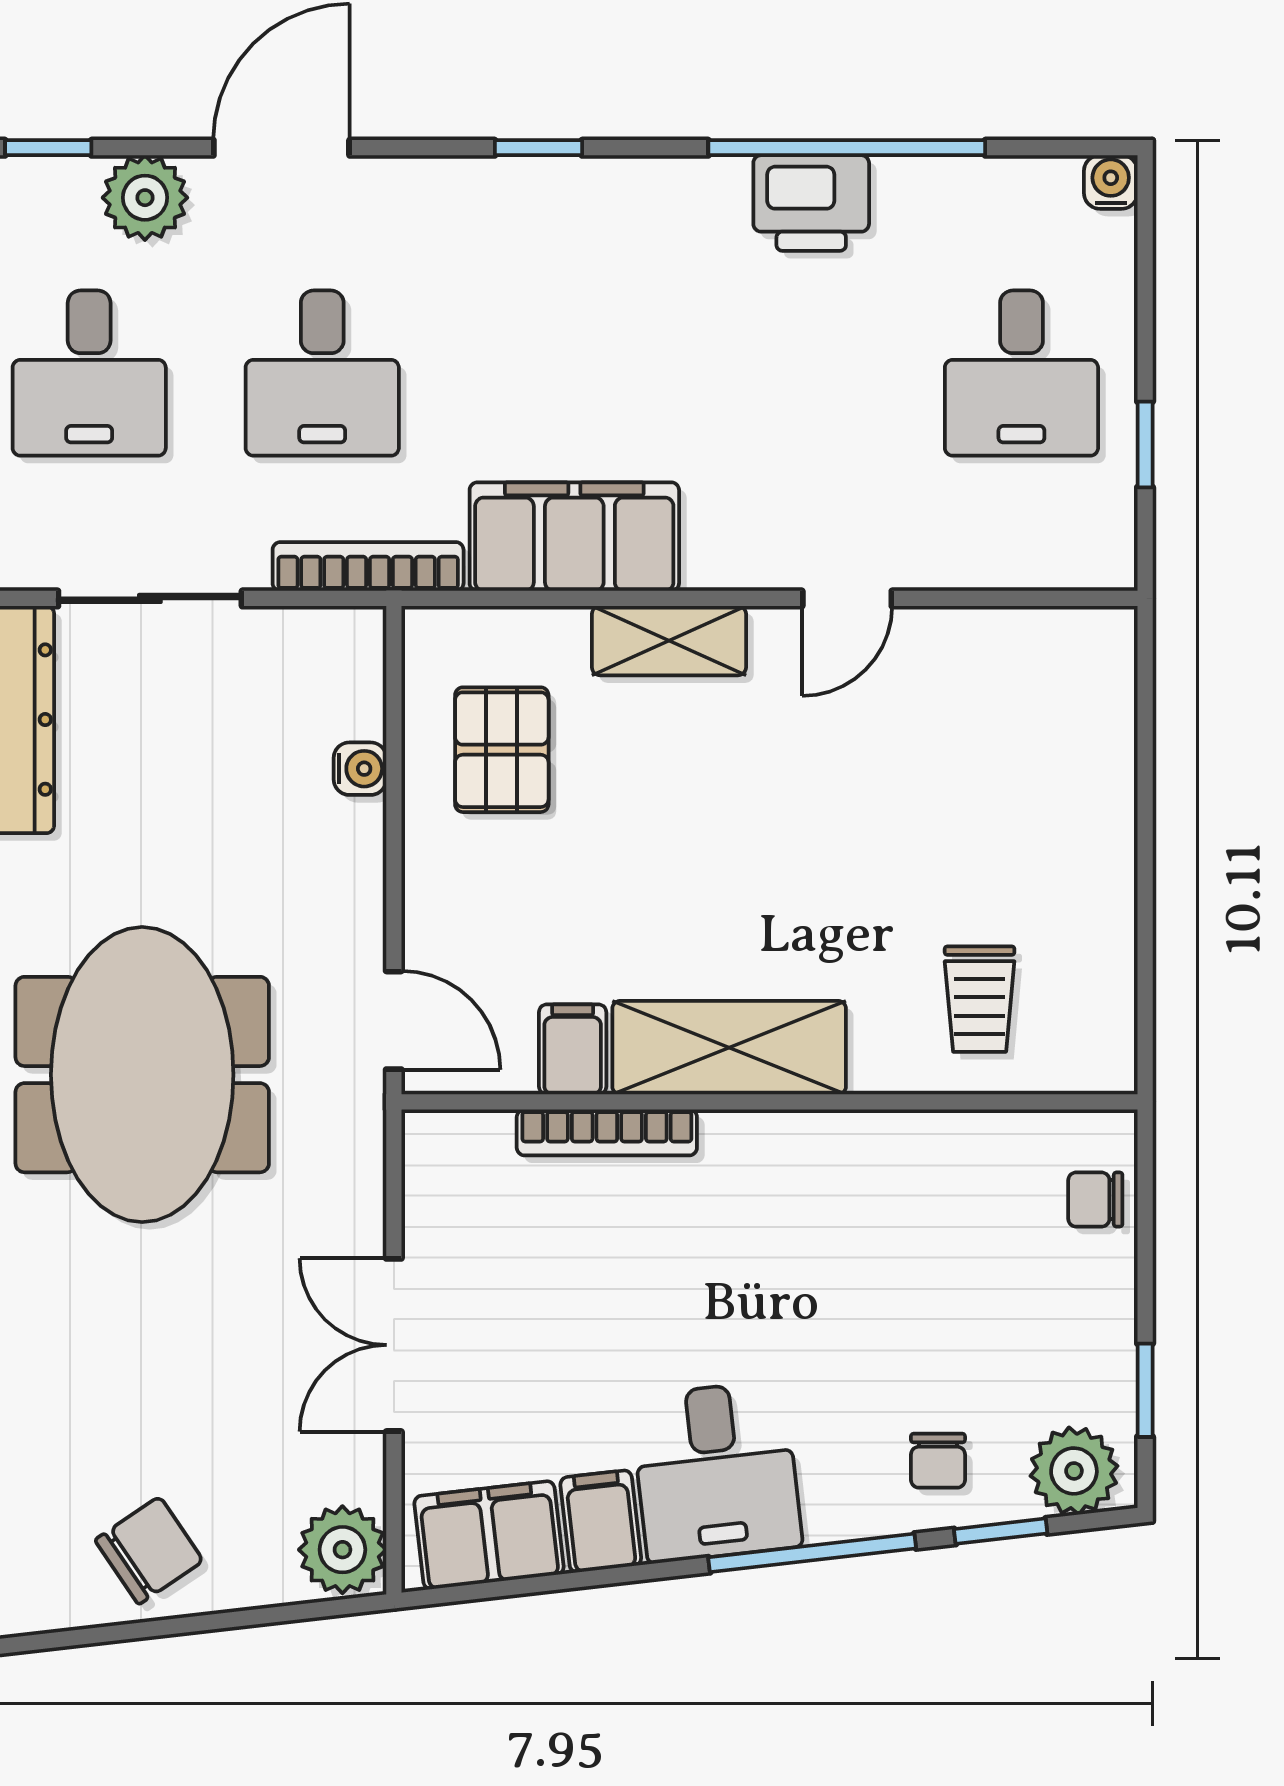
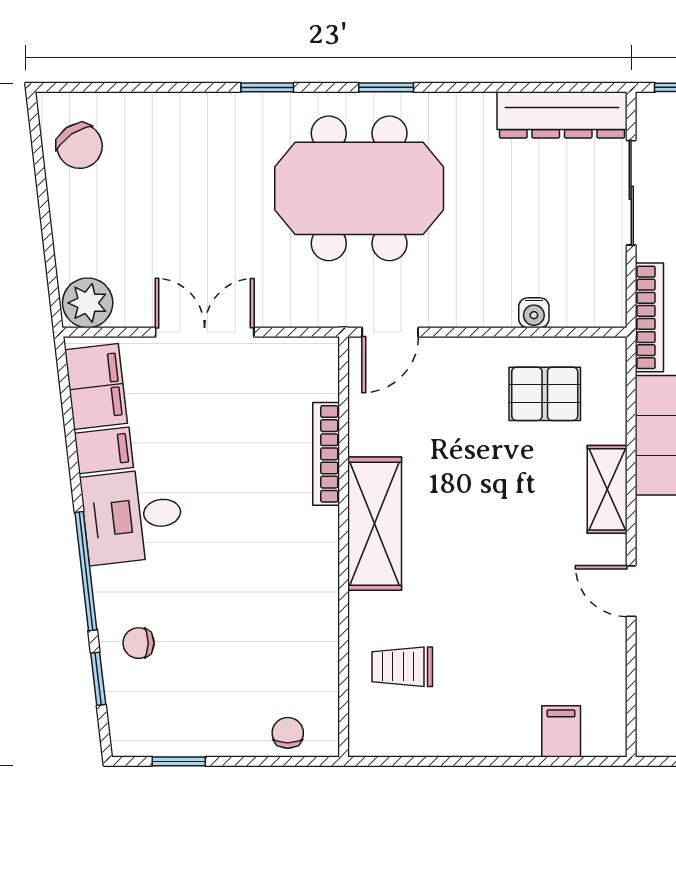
filing cabinet: (573, 1049) -> (561, 731), moved, turned -90
plant: (1074, 1471) -> (133, 721), removed
chair: (149, 1550) -> (80, 146), moved

